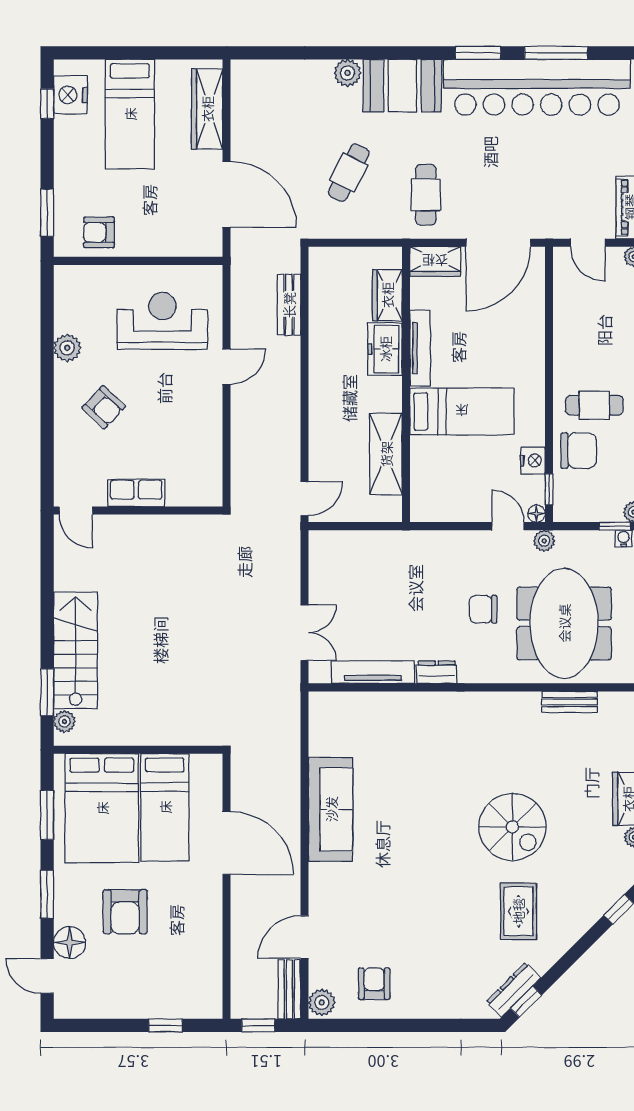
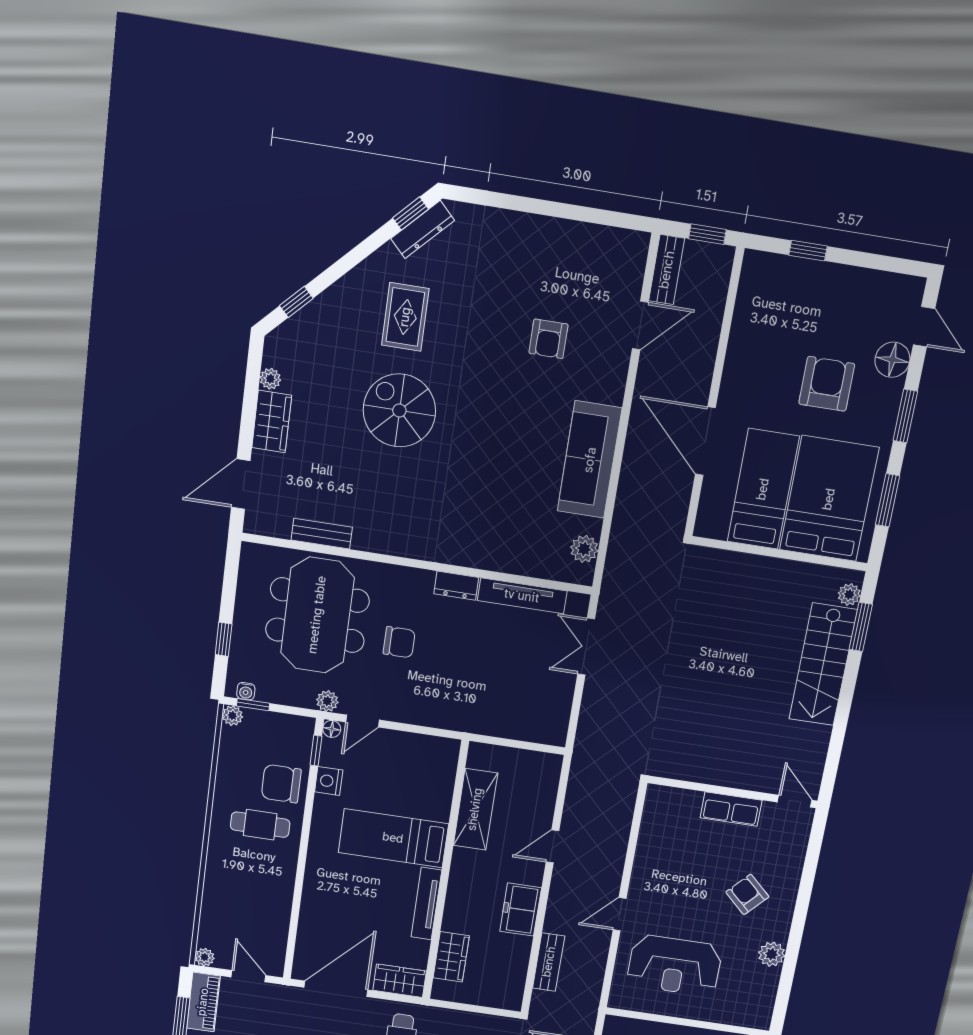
freezer: (385, 349) -> (521, 910), moved, turned 180
door: (305, 499) -> (552, 846), moved
door: (508, 526) -> (362, 721), hinge flipped
armchair: (374, 984) -> (548, 339), moved
plant: (322, 1002) -> (584, 549), moved

